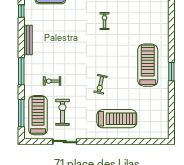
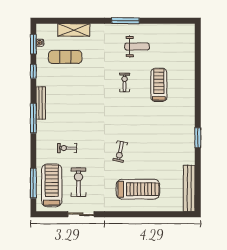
treadmill: (148, 65) -> (159, 85), moved, width x0.73, depth x0.73
window: (21, 71) -> (33, 118), moved
bench: (164, 118) -> (189, 188), added

